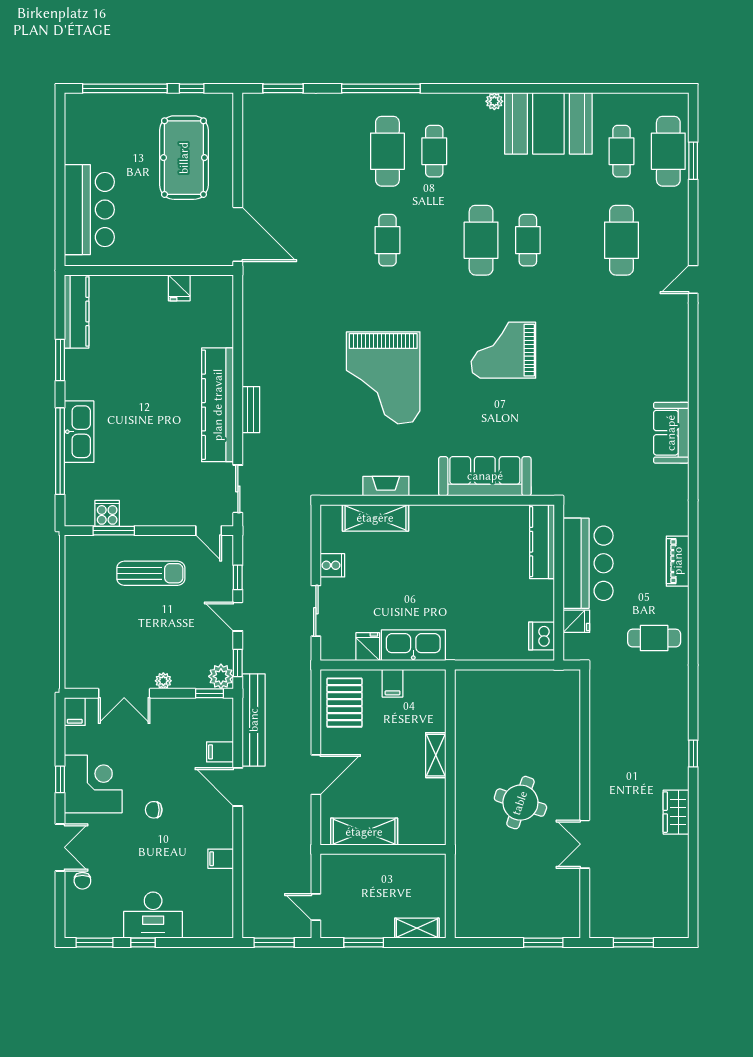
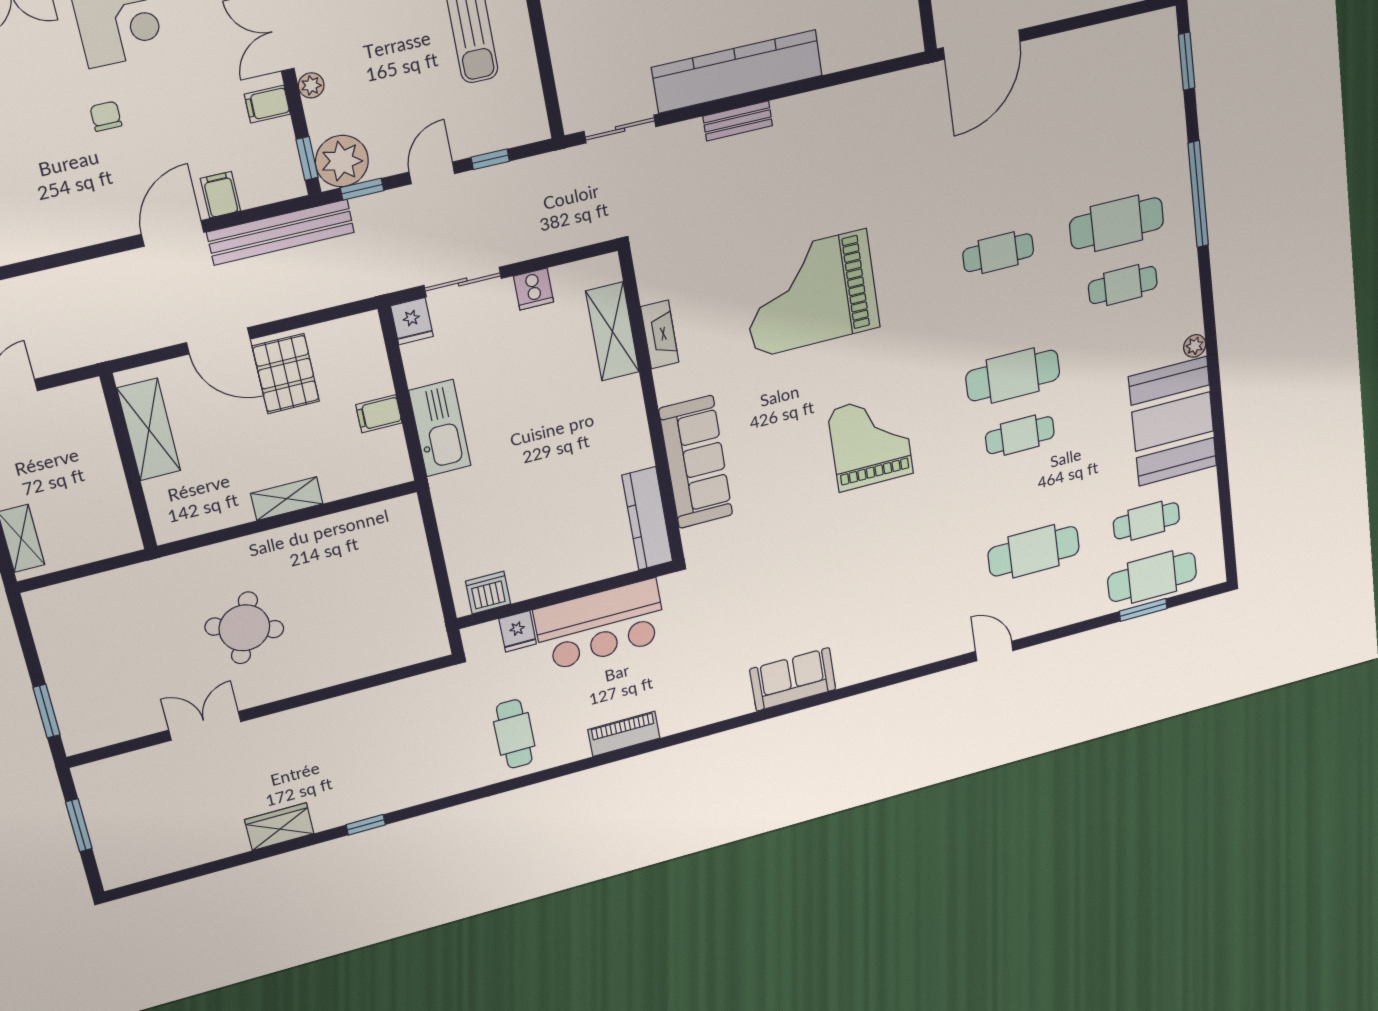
door: (209, 531) -> (551, 101), removed
kitchen counter: (542, 542) -> (647, 519), moved, turned -90
fridge: (368, 647) -> (412, 321), moved, turned 90
plant: (221, 676) -> (342, 161), width x1.36, depth x1.36
pallet: (344, 703) -> (286, 374), moved, turned 90
filing cabinet: (221, 859) -> (267, 104), moved, turned -90

